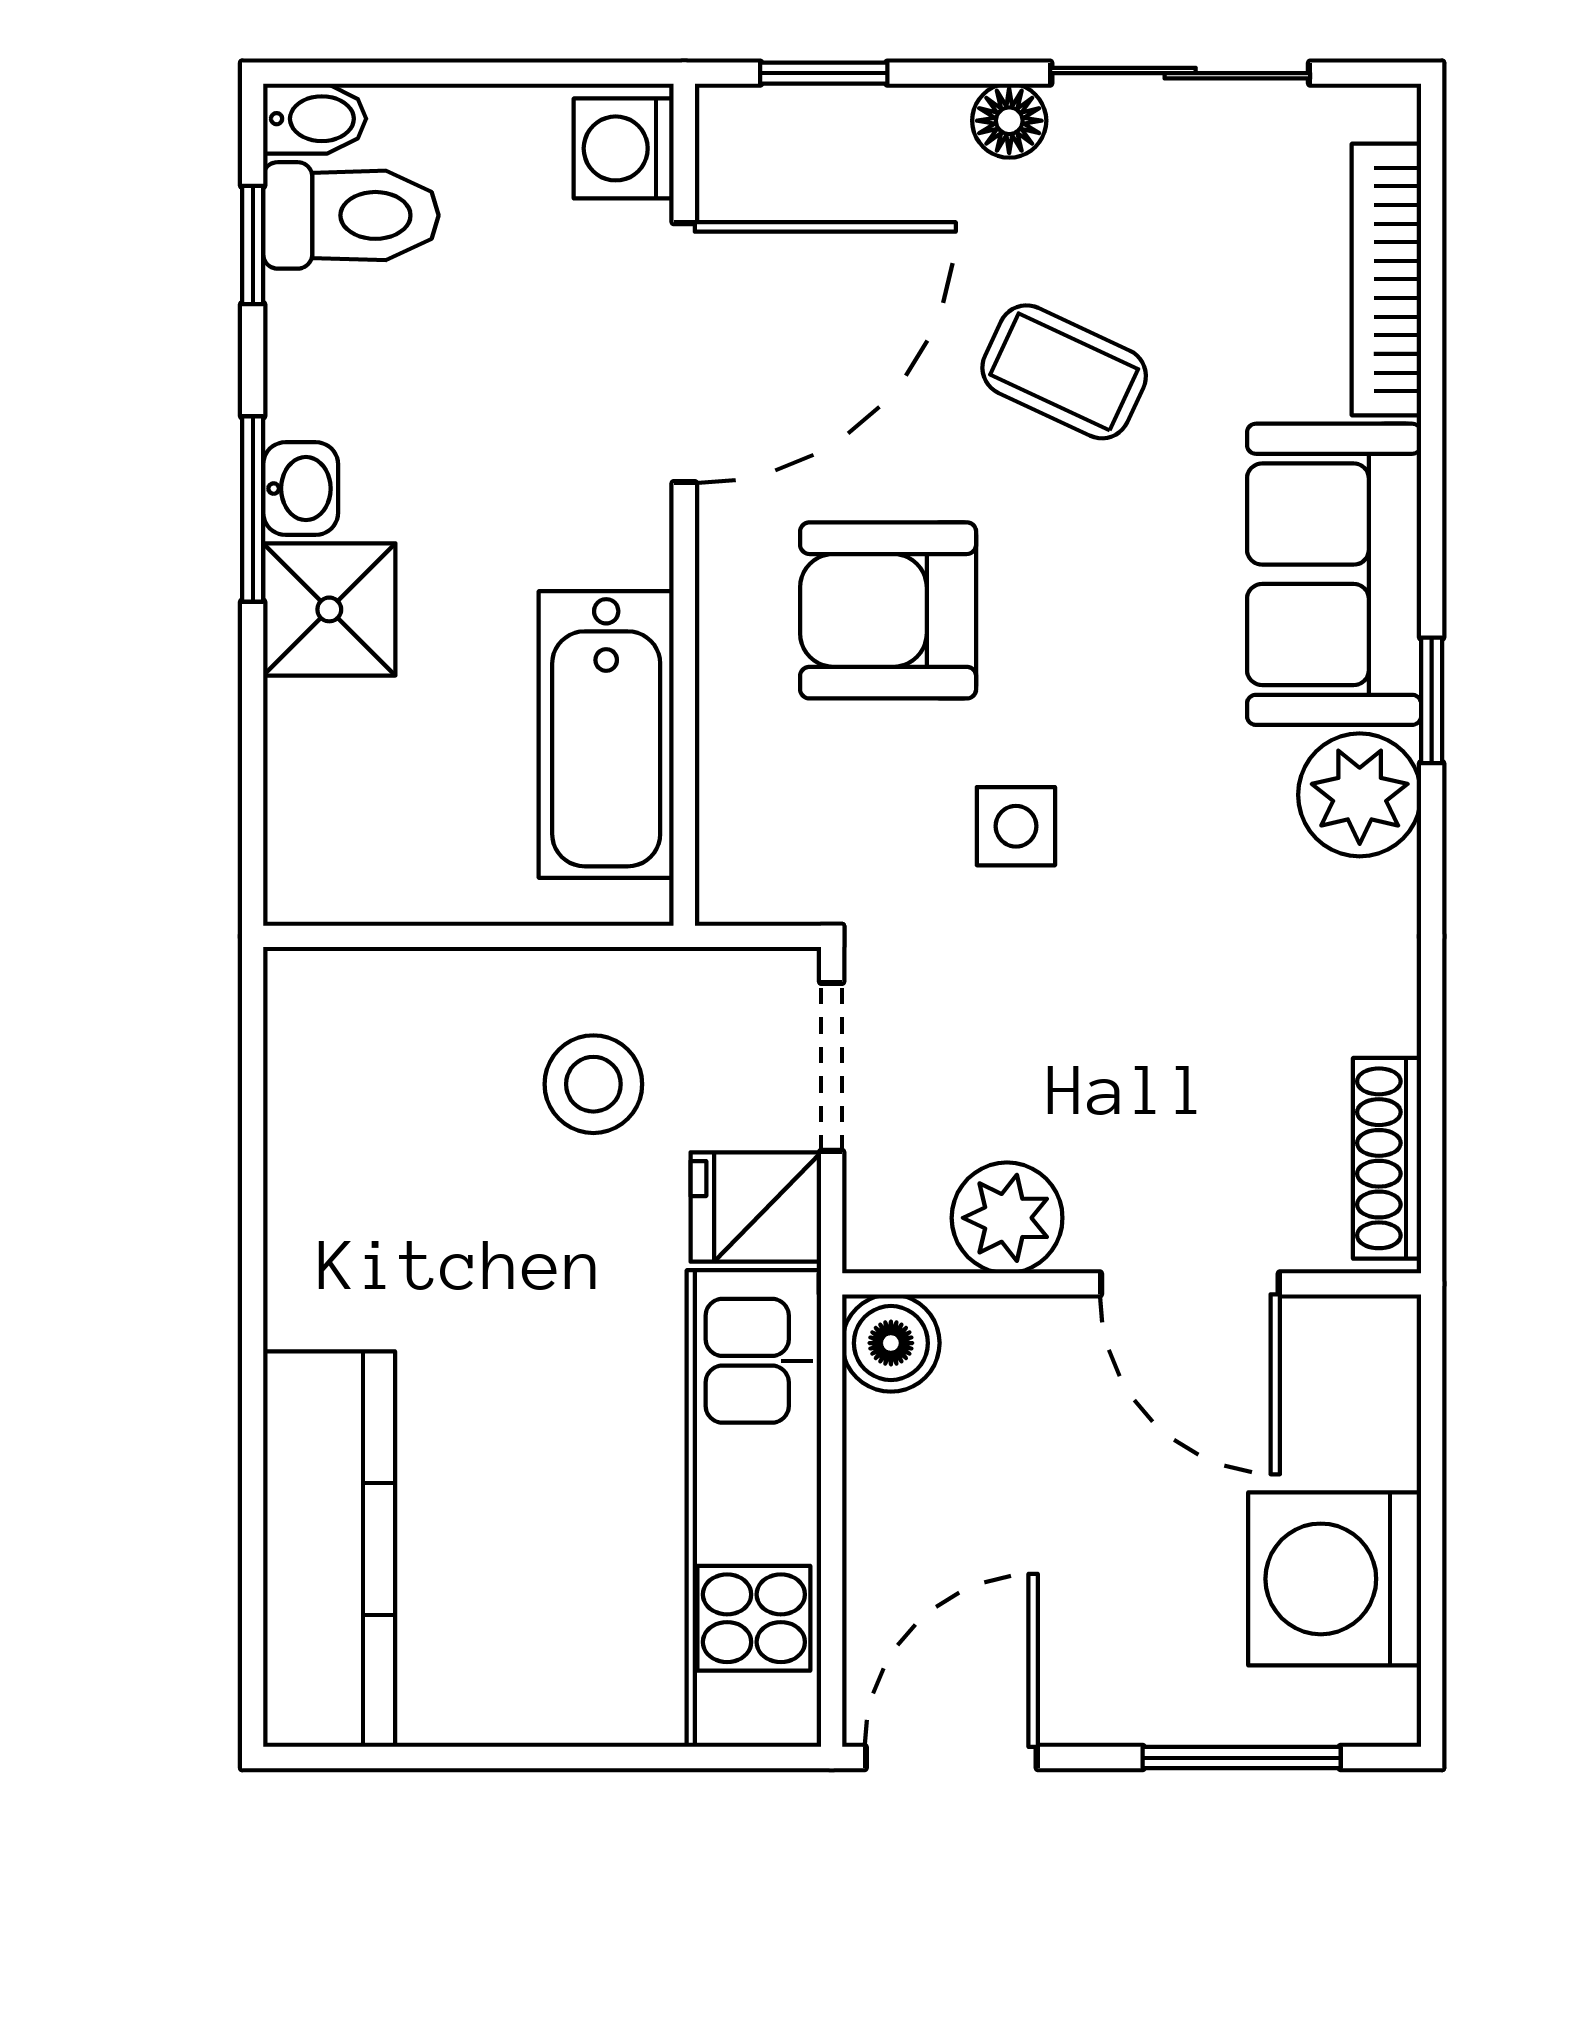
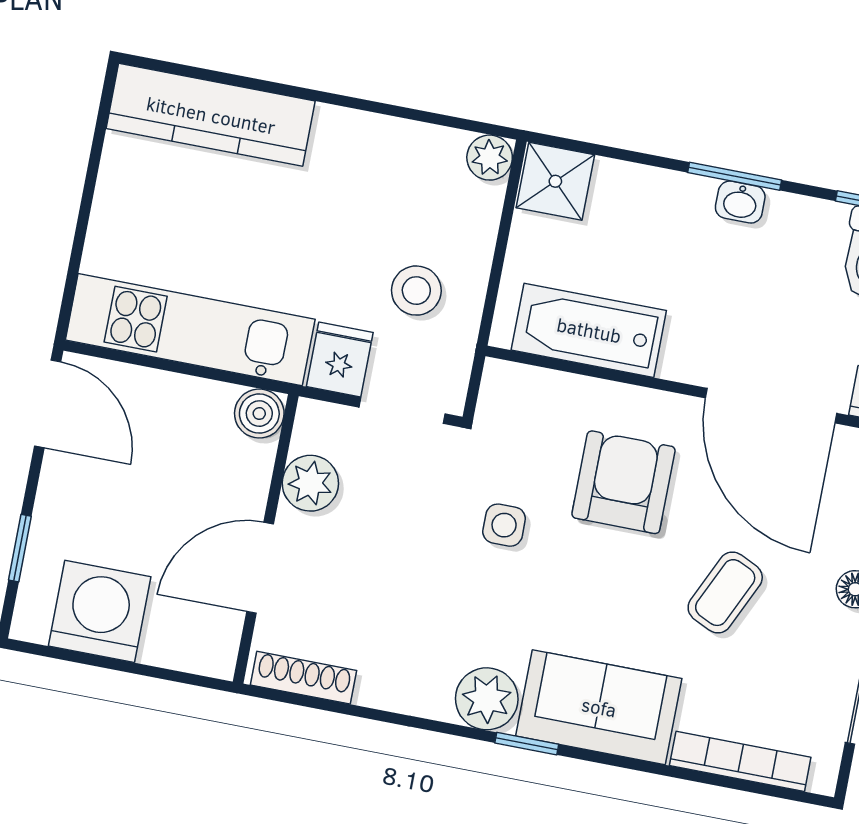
shower: (329, 609) -> (555, 181), moved
plant: (308, 992) -> (490, 158), added
window: (1242, 1758) -> (20, 548), width x0.67

